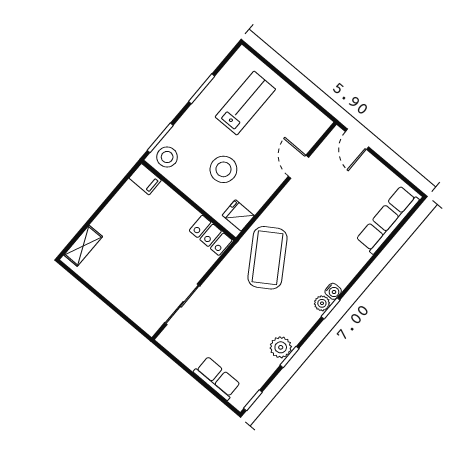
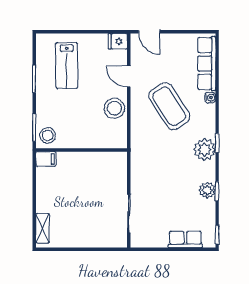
lab bench: (245, 103) -> (67, 65), turned 180
stool: (223, 169) -> (114, 108), moved
fridge: (238, 215) -> (118, 41), moved
locker: (211, 235) -> (111, 159), removed
coffee table: (267, 258) -> (169, 106), moved
water cooler: (333, 291) -> (210, 98), moved
plant: (322, 303) -> (204, 149), width x1.88, depth x1.88

